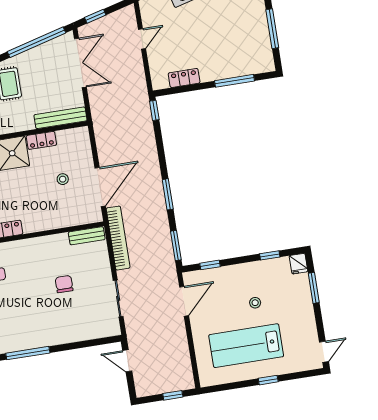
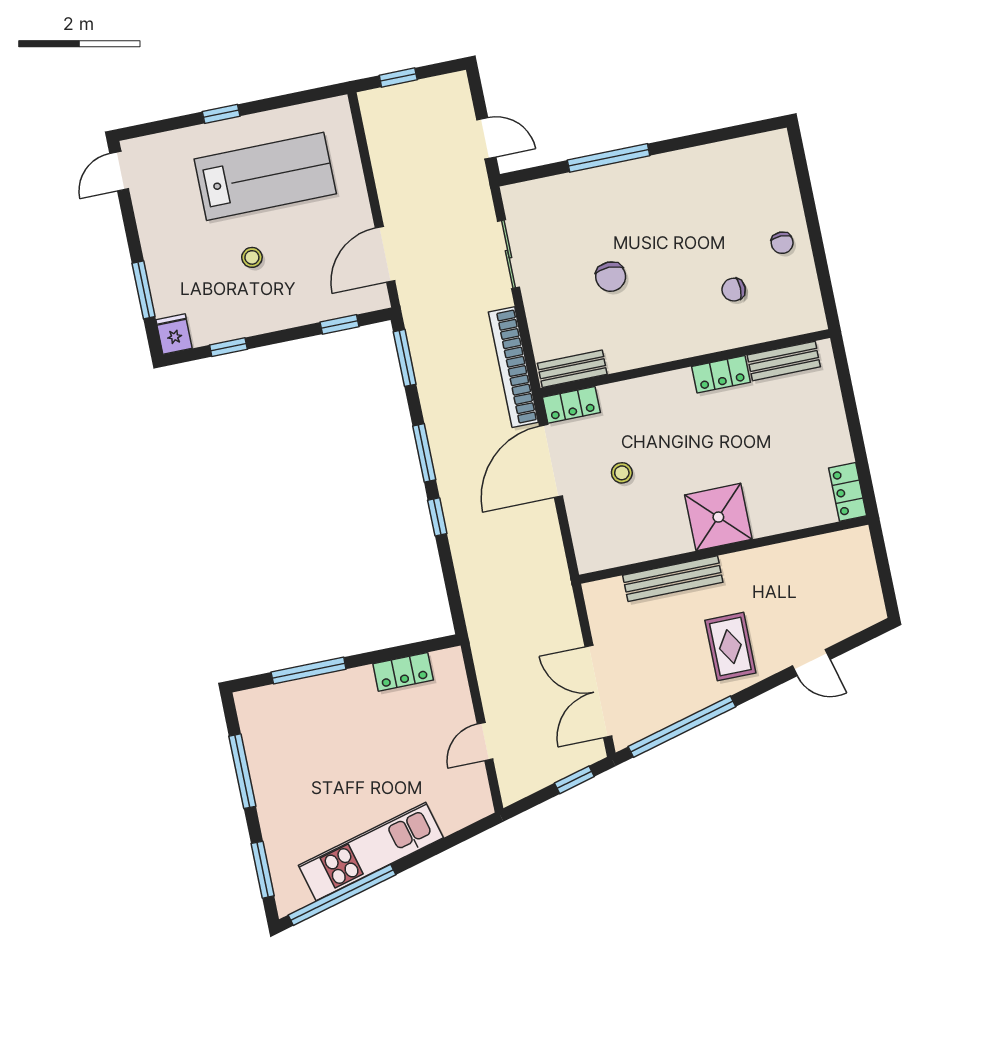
window: (154, 110) -> (437, 517), moved
bench: (60, 118) -> (673, 579), moved
locker: (41, 140) -> (571, 405), moved, turned 180
window: (28, 353) -> (609, 158), moved

